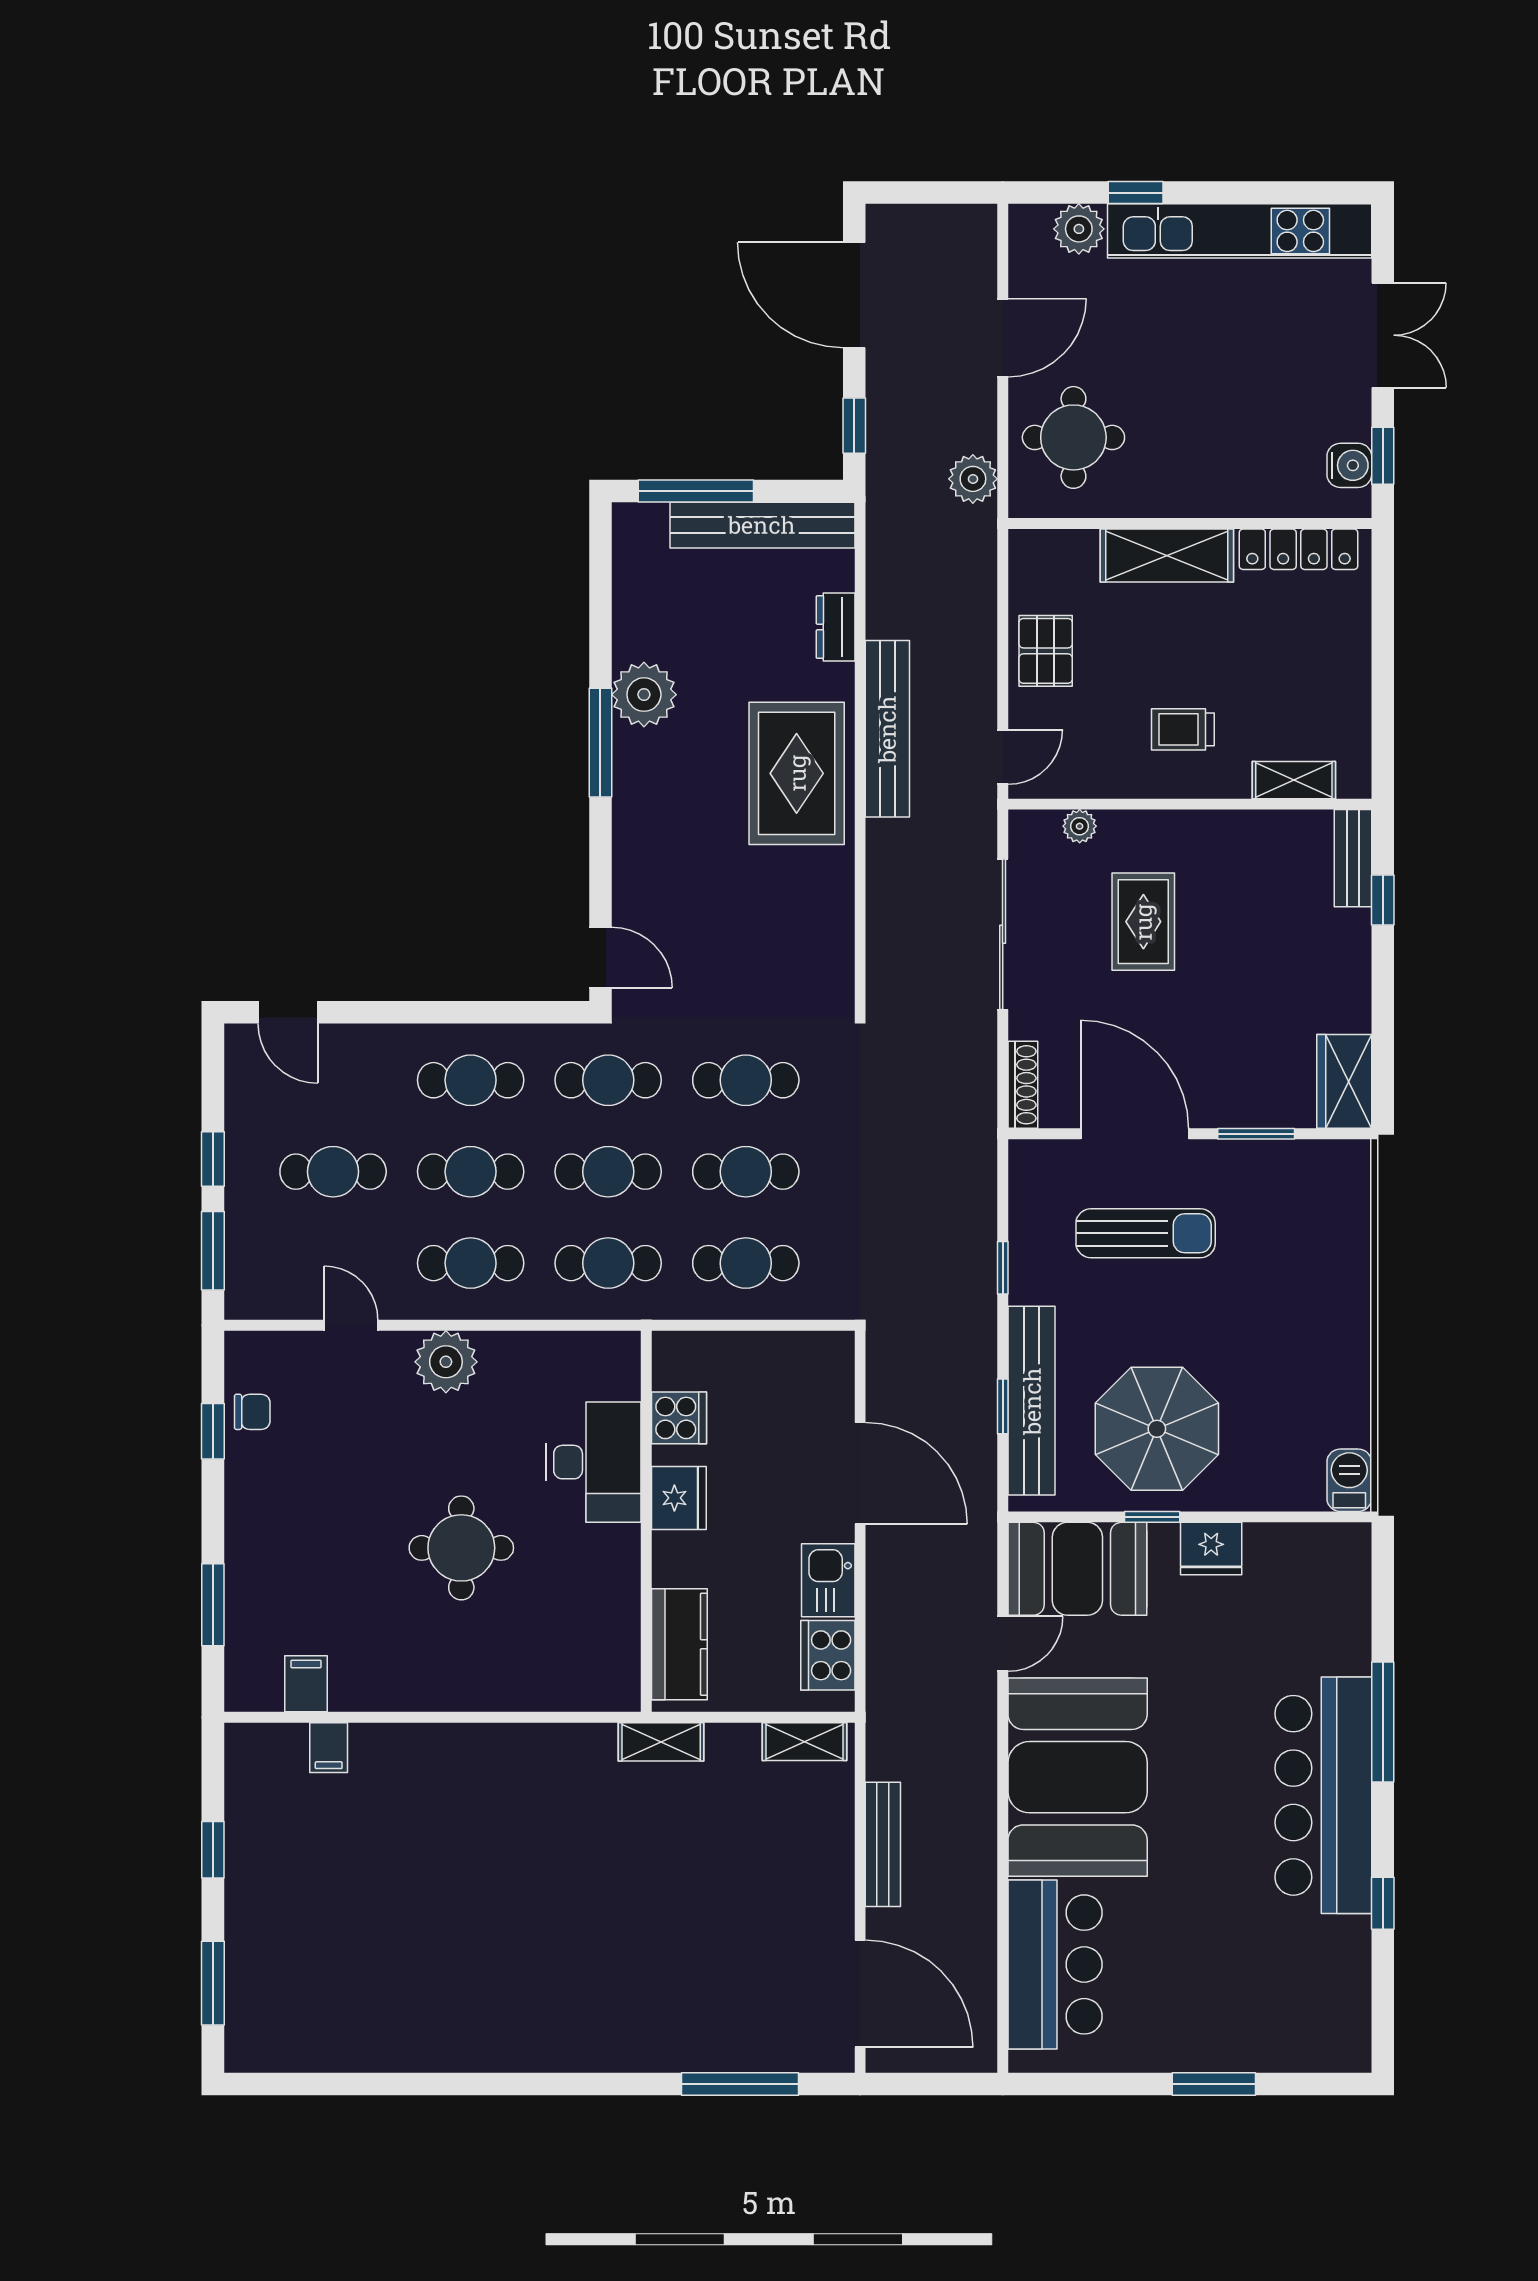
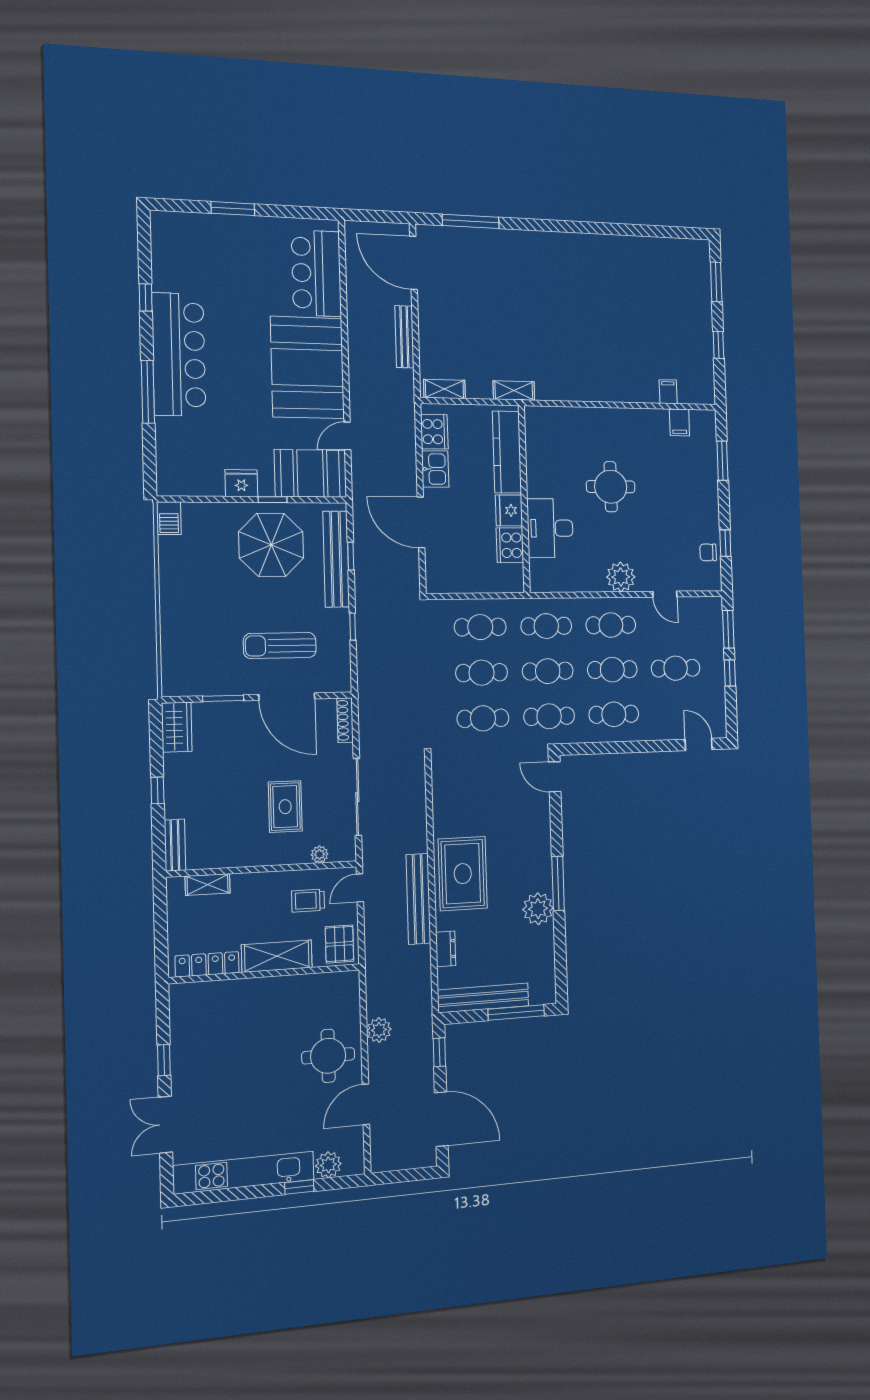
water cooler: (1349, 465) -> (182, 1053), removed
wall: (1190, 524) -> (265, 974), moved
locker: (1298, 549) -> (207, 964), moved
shelving: (1167, 555) -> (277, 956), moved
trolley: (1183, 729) -> (308, 901), moved, turned 180
window: (1383, 900) -> (157, 790), moved
cooker: (679, 1418) -> (510, 545), width x1.36
kitchen counter: (679, 1644) -> (507, 452), width x1.50

